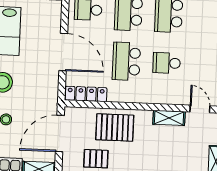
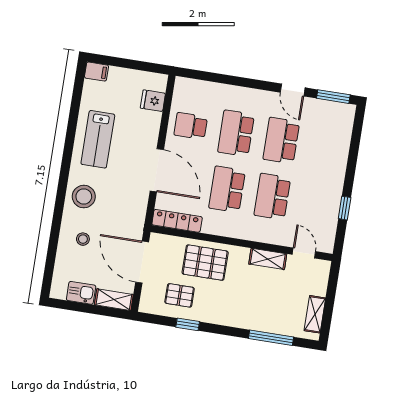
school desk: (167, 63) -> (272, 196), width x1.85
door: (60, 133) -> (142, 262), hinge flipped

